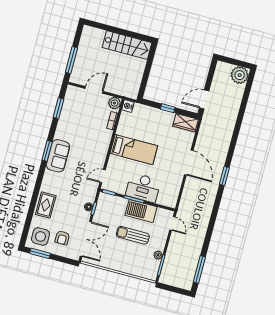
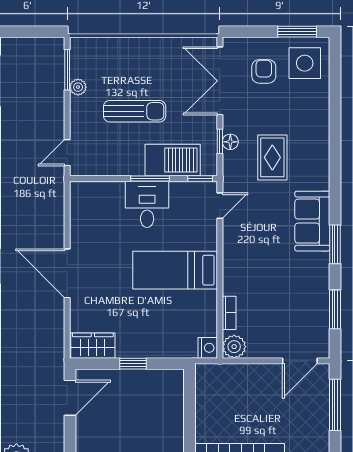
door: (94, 90) -> (300, 361), moved
window: (47, 151) -> (335, 244), moved
desk: (143, 188) -> (147, 204), width x0.73
rug: (46, 205) -> (272, 157), moved
barbecue: (141, 211) -> (173, 160), moved
door: (172, 223) -> (67, 153), hinge flipped

